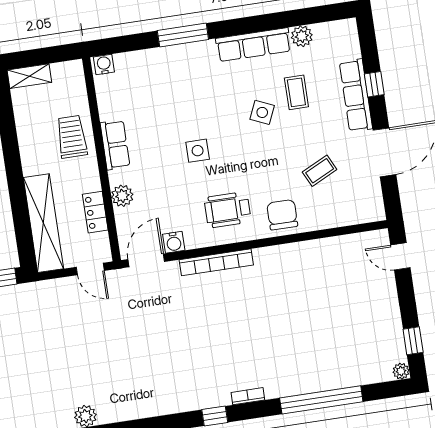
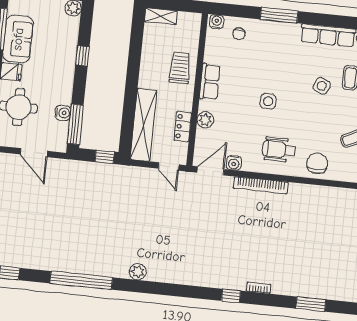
chair: (137, 73) -> (239, 34), added
window: (321, 400) -> (311, 304), width x0.47

